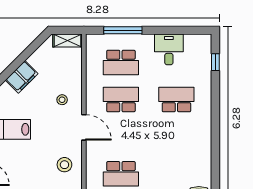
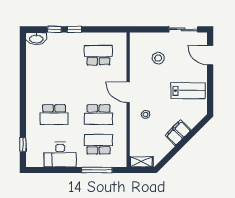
desk: (169, 49) -> (60, 155), width x1.37
stool: (64, 165) -> (158, 58), moved

